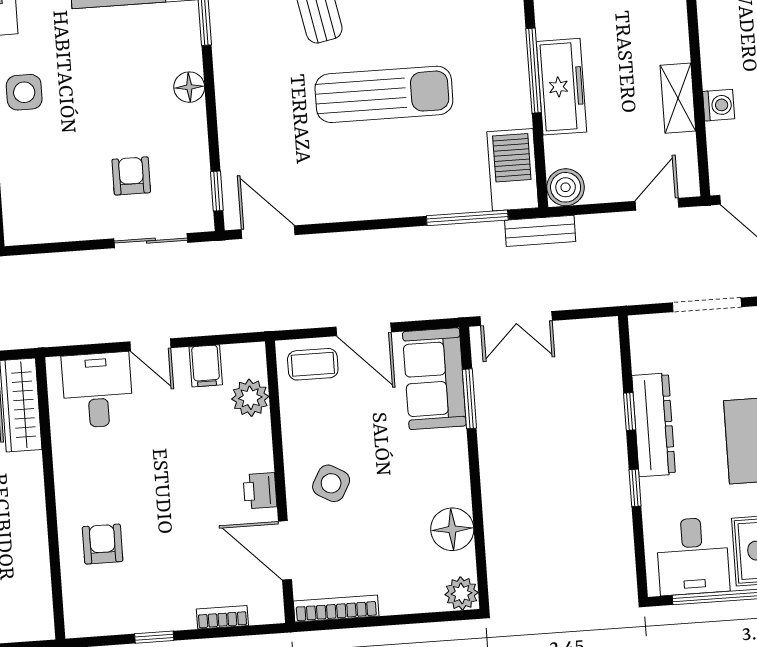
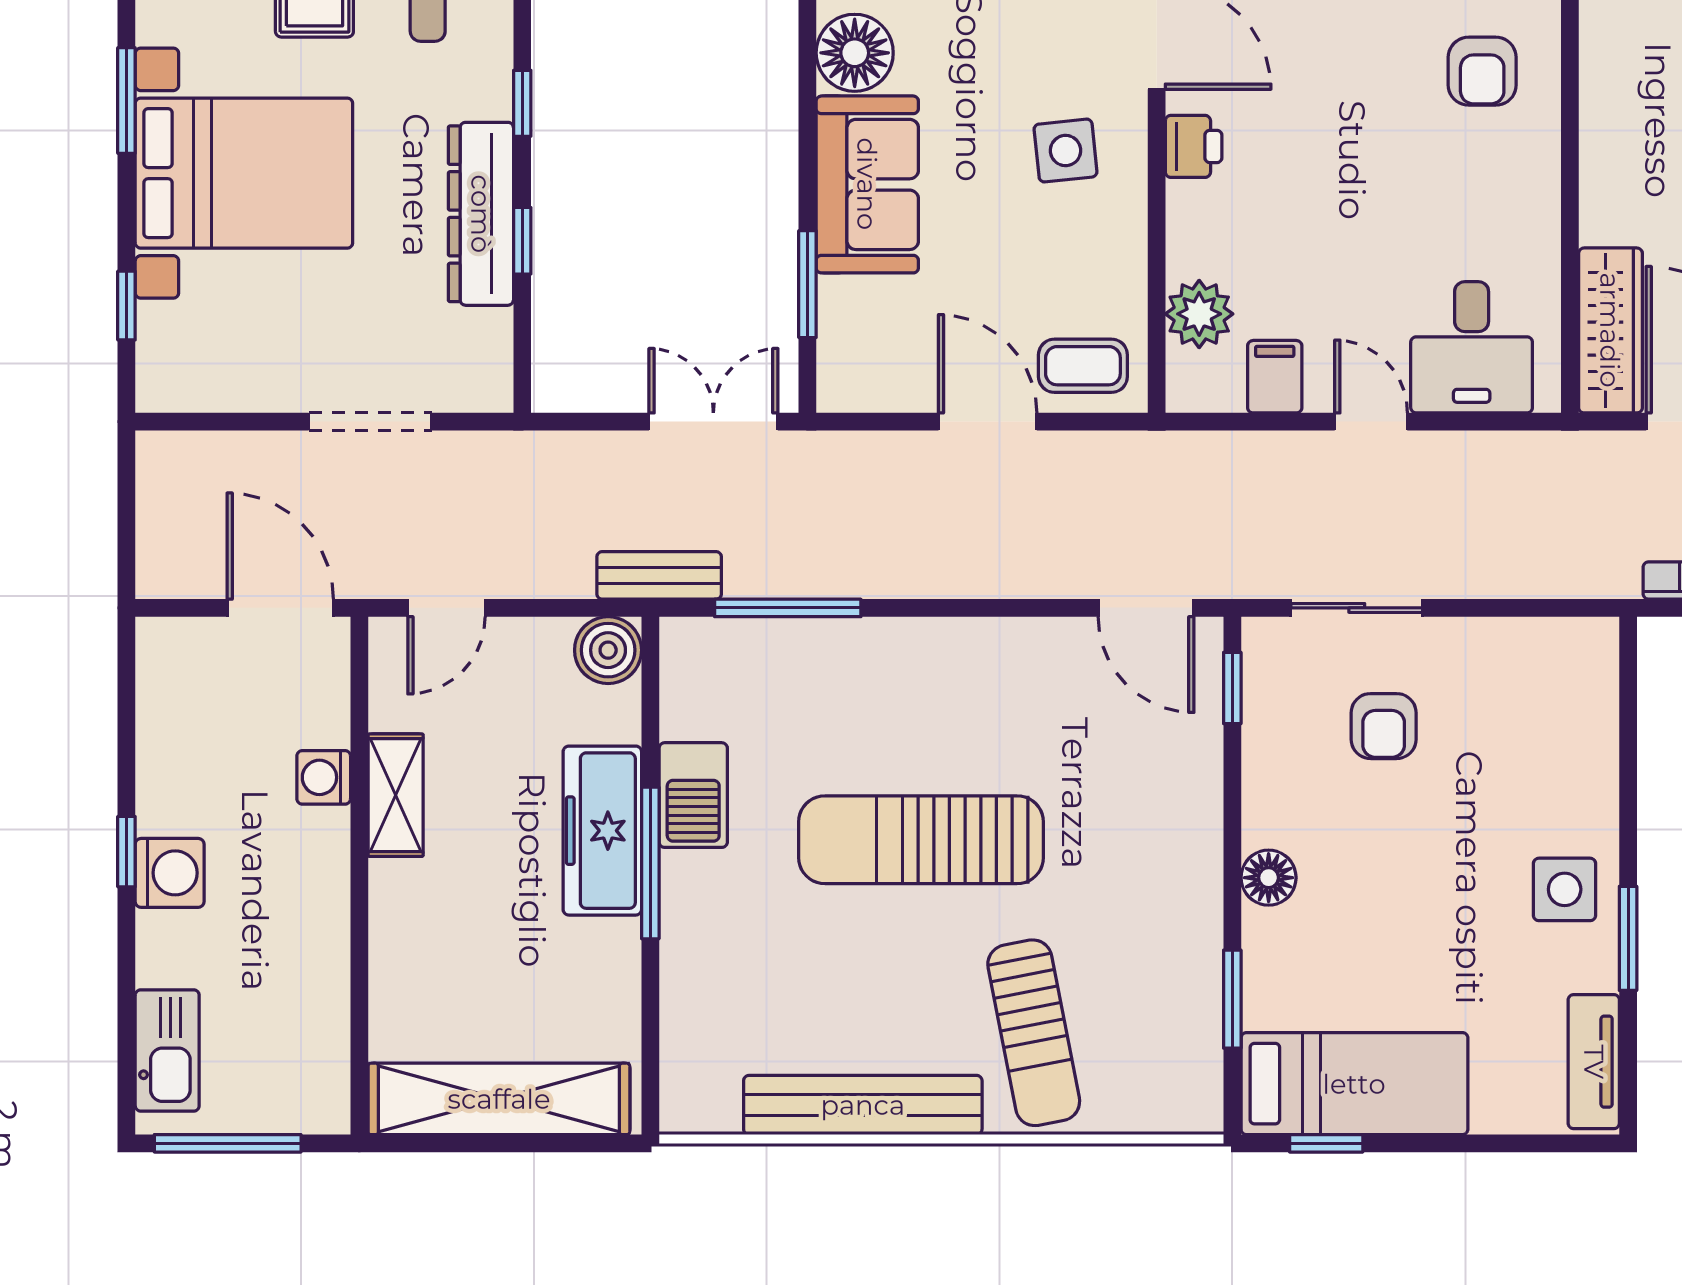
barbecue: (513, 170) -> (693, 795), moved, width x0.73, depth x0.83
sofa: (434, 379) -> (867, 184), moved
side table: (331, 483) -> (1066, 151), turned -35

